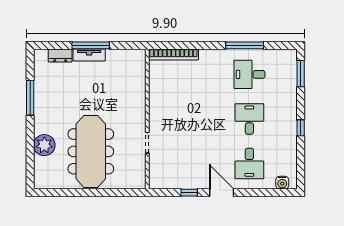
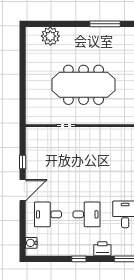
printer: (289, 101) -> (102, 249), added
plant: (44, 145) -> (50, 36), moved
meeting table: (91, 151) -> (84, 85), moved

